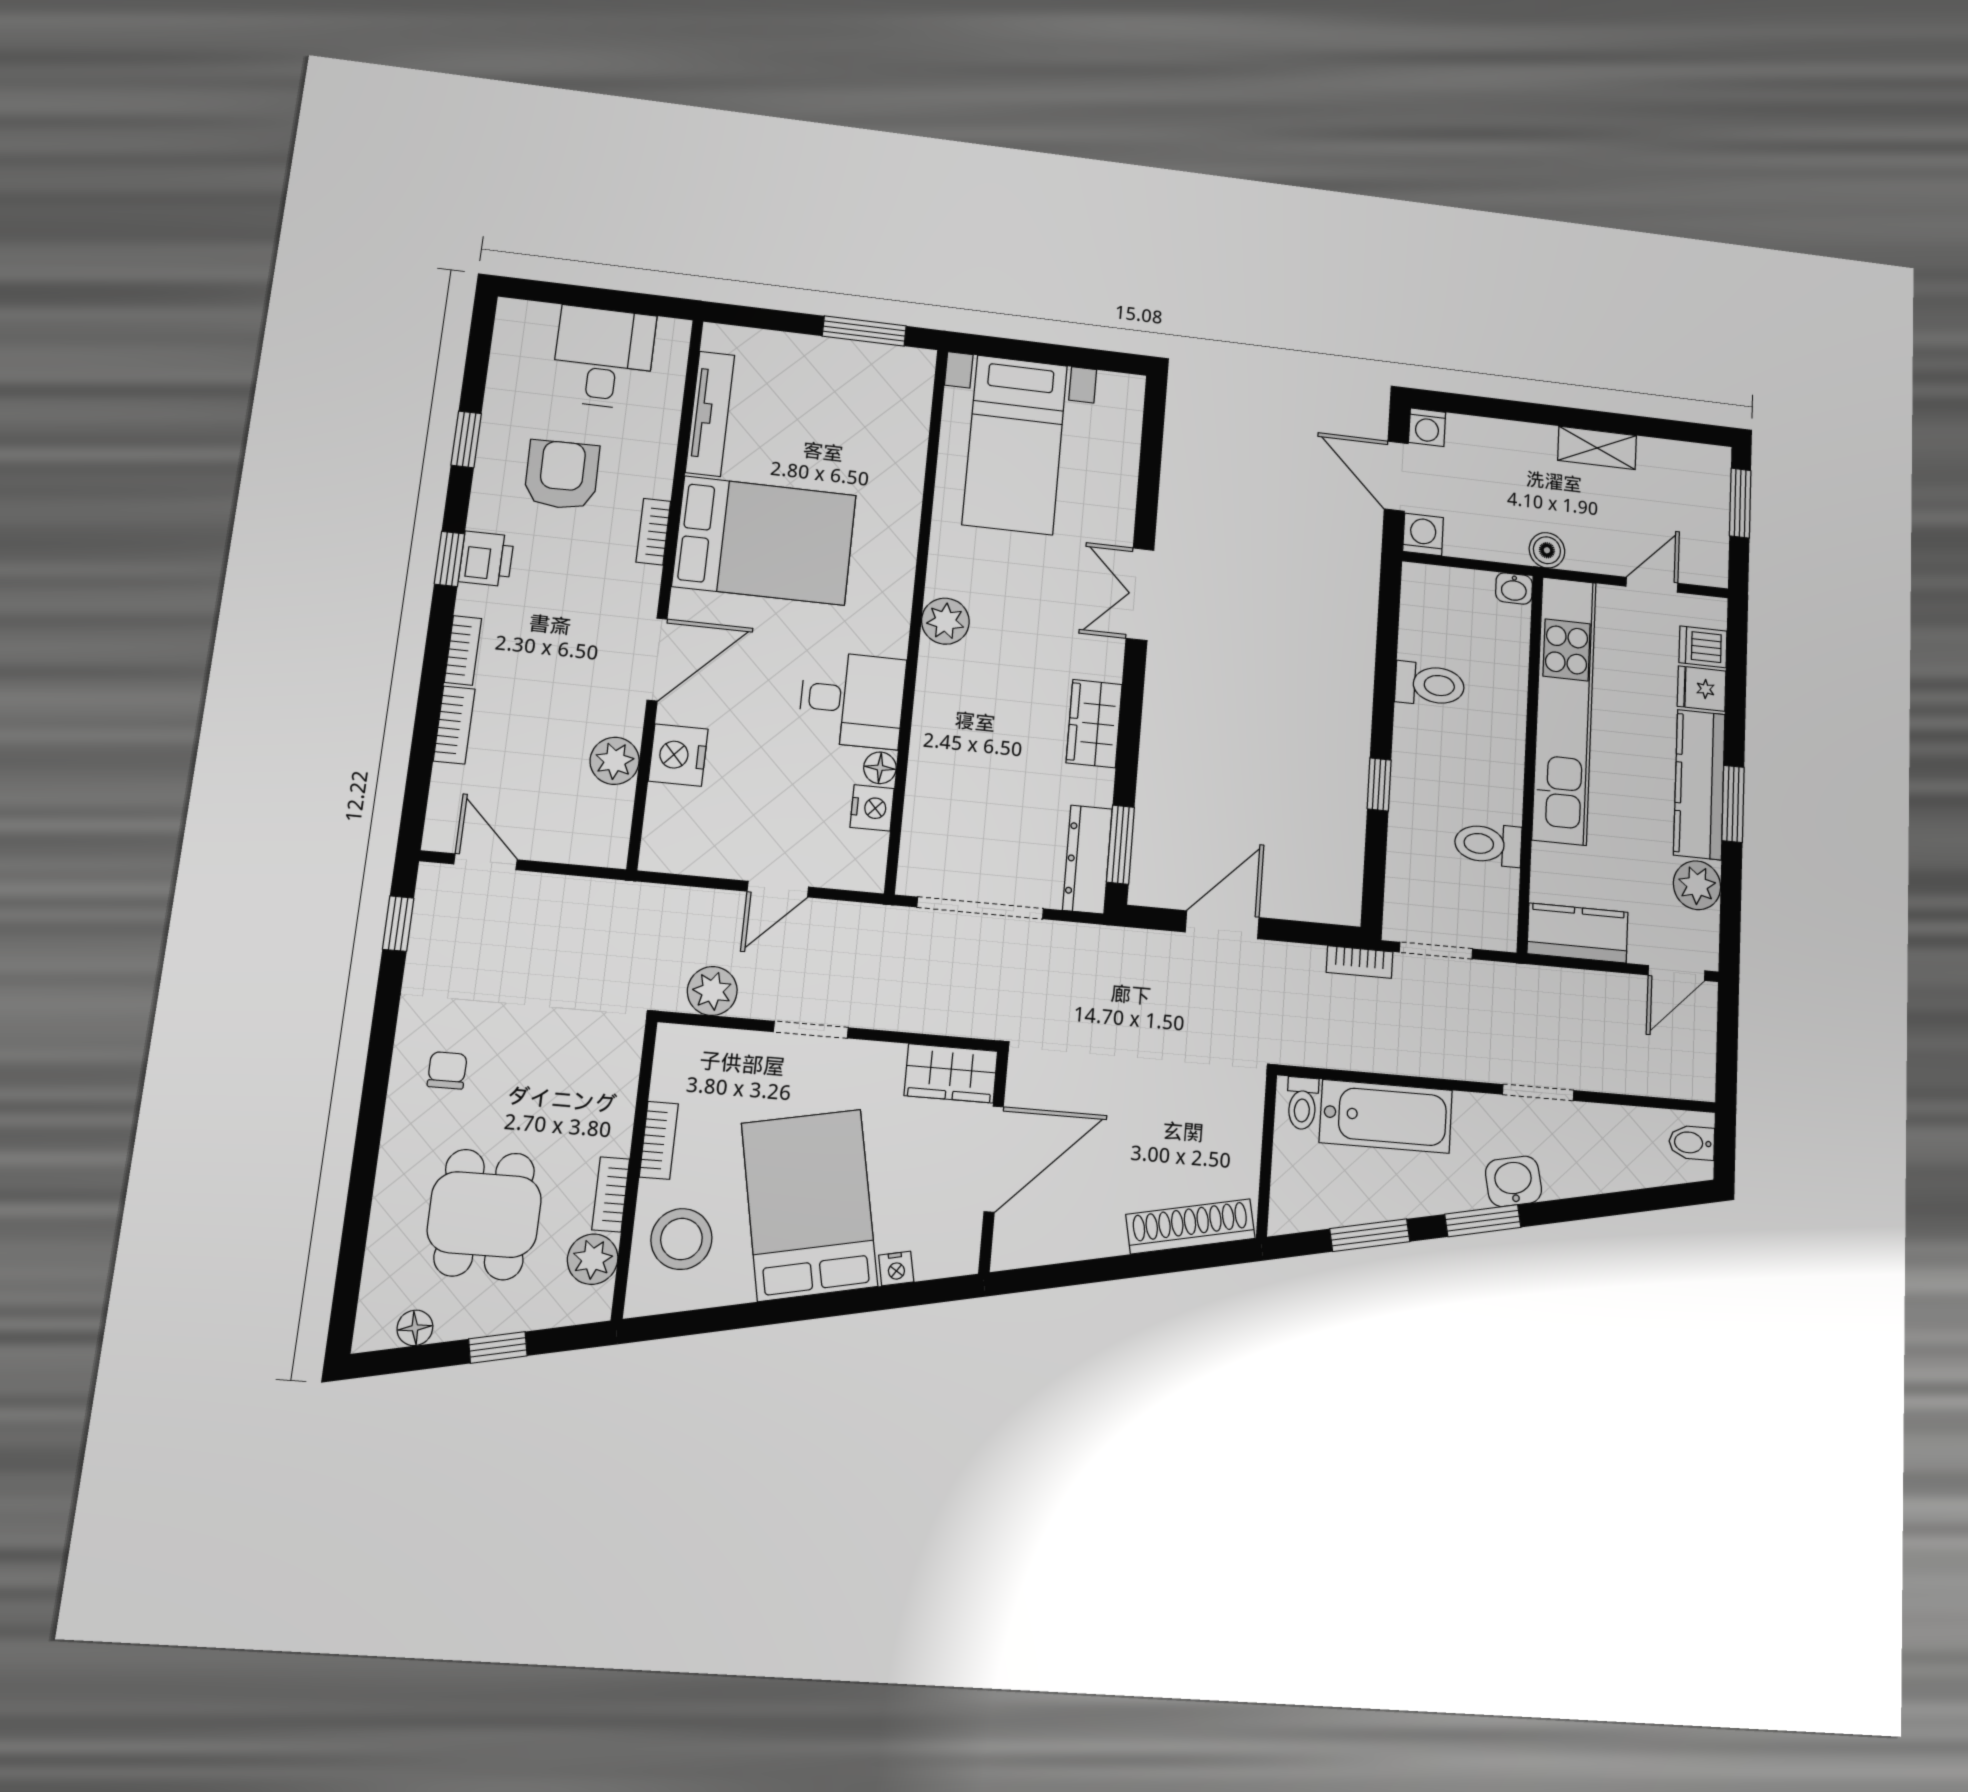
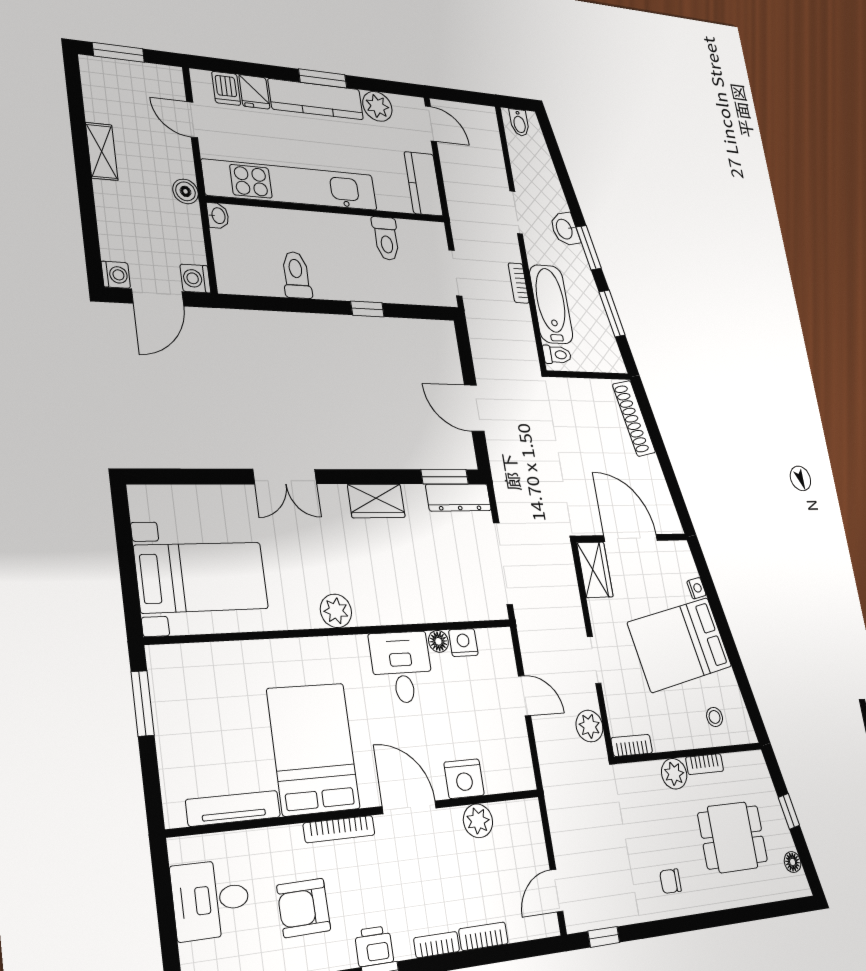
bookcase: (653, 532) -> (339, 829), width x1.56
bookcase: (1360, 962) -> (519, 283), moved, turned 180
bookcase: (659, 1140) -> (632, 745), moved
stool: (681, 1239) -> (715, 717), width x0.53, depth x0.53
plant: (593, 1259) -> (674, 774), moved

